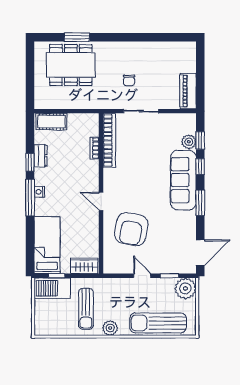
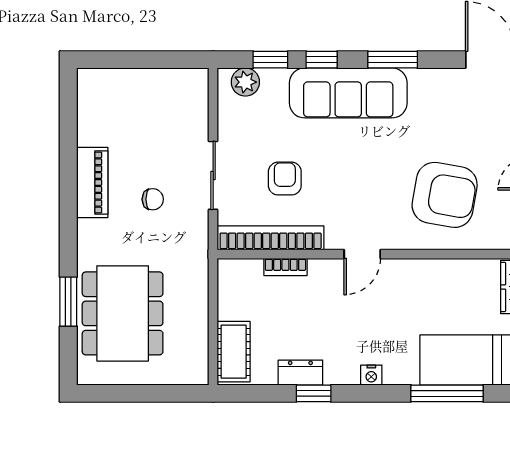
piano: (188, 91) -> (92, 182), moved, turned -90
plant: (189, 142) -> (245, 82), moved
armchair: (140, 148) -> (285, 179), added
window: (30, 197) -> (447, 393), moved
door: (101, 201) -> (362, 254), moved

